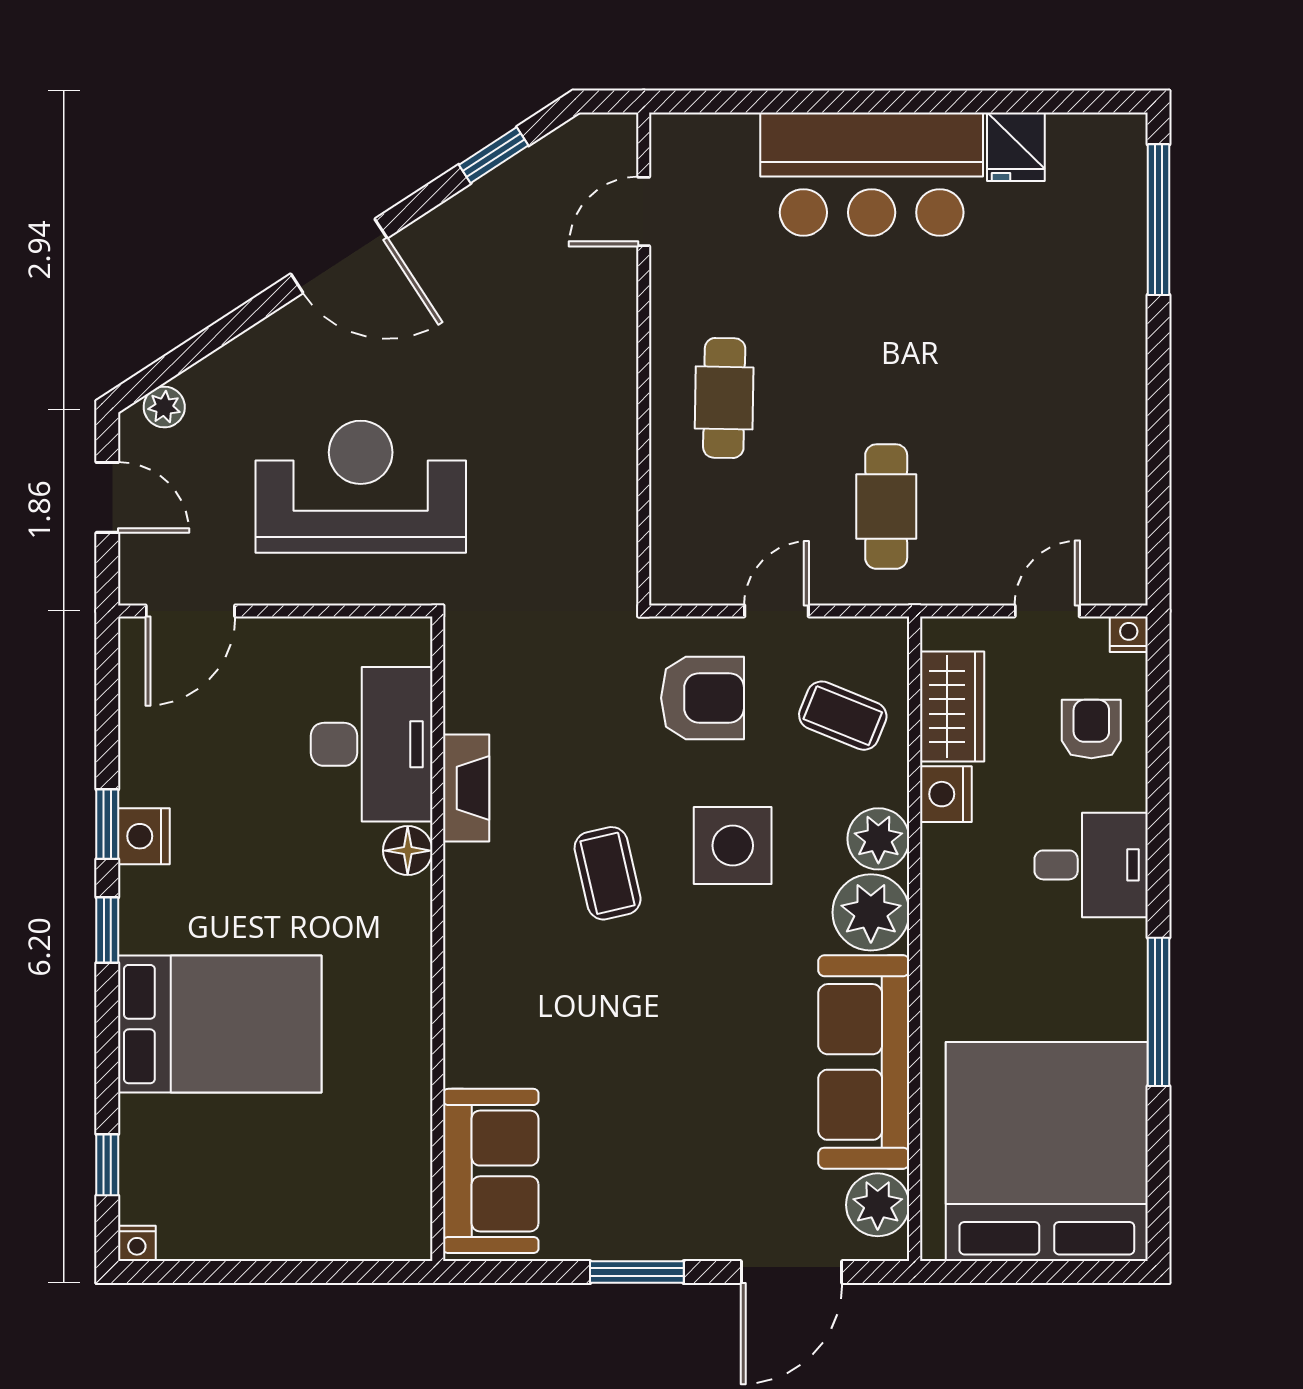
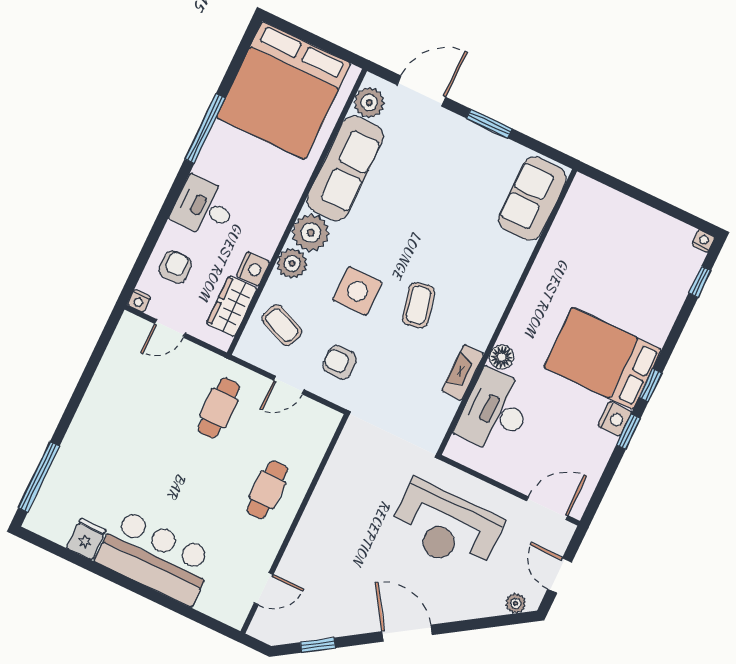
armchair: (703, 698) -> (340, 362), width x0.72, depth x0.72
armchair: (1091, 729) -> (175, 267), turned 180
bed: (220, 1024) -> (603, 358), moved

